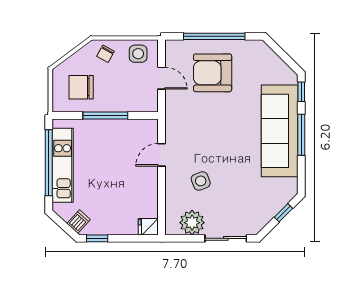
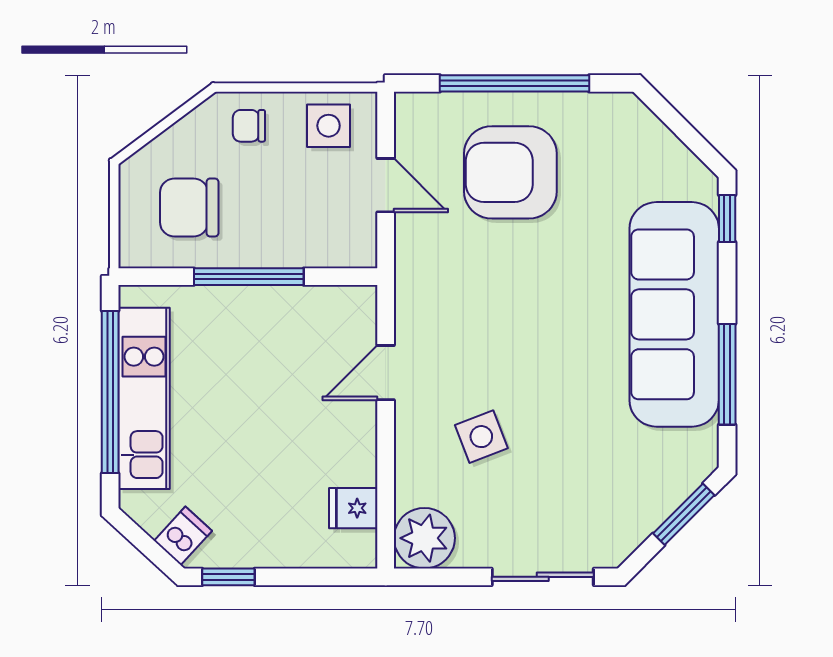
chair: (106, 54) -> (249, 126), turned 61
window: (301, 135) -> (727, 374), moved
window: (284, 213) -> (684, 514), width x1.50
plant: (192, 223) -> (424, 538), moved
fridge: (148, 227) -> (353, 508), moved

